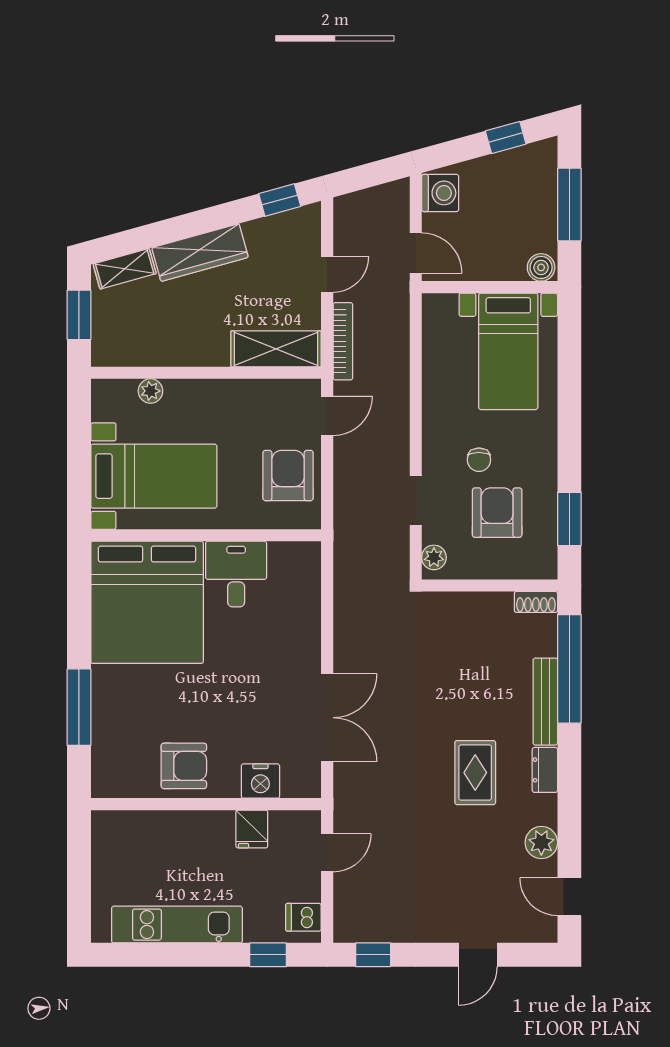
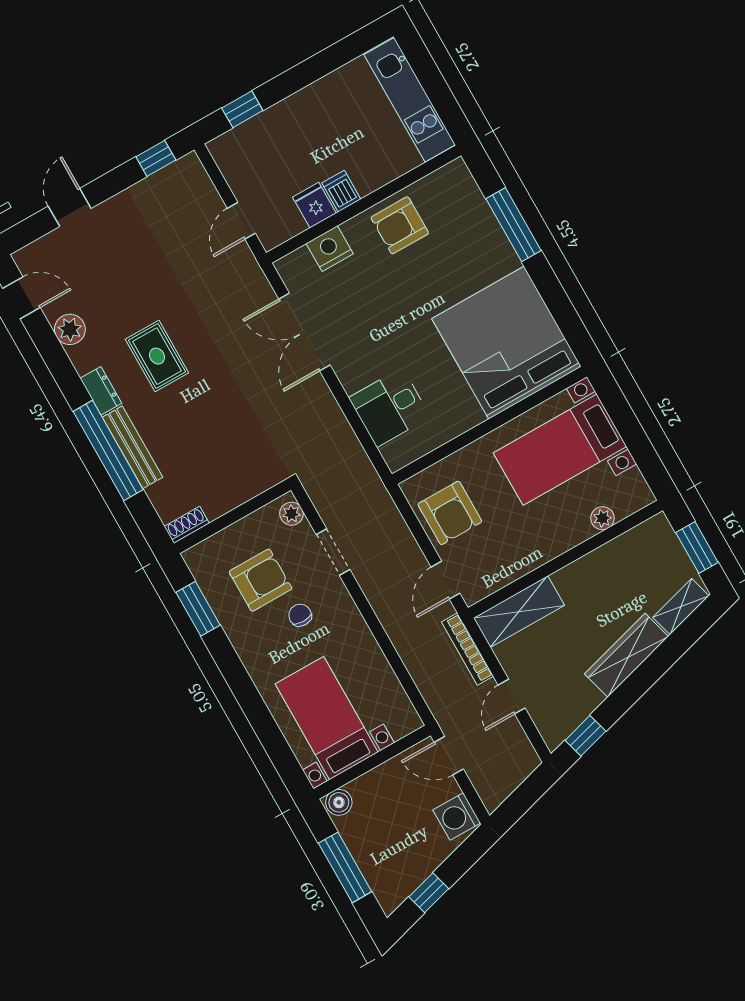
armchair: (497, 513) -> (260, 580), turned -90
desk: (236, 574) -> (390, 407), moved, turned 90
window: (569, 669) -> (108, 450), moved
dishwasher: (303, 917) -> (341, 191), moved, turned -90
kitchen unit: (177, 925) -> (410, 100), moved, turned 90

